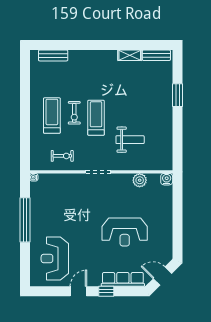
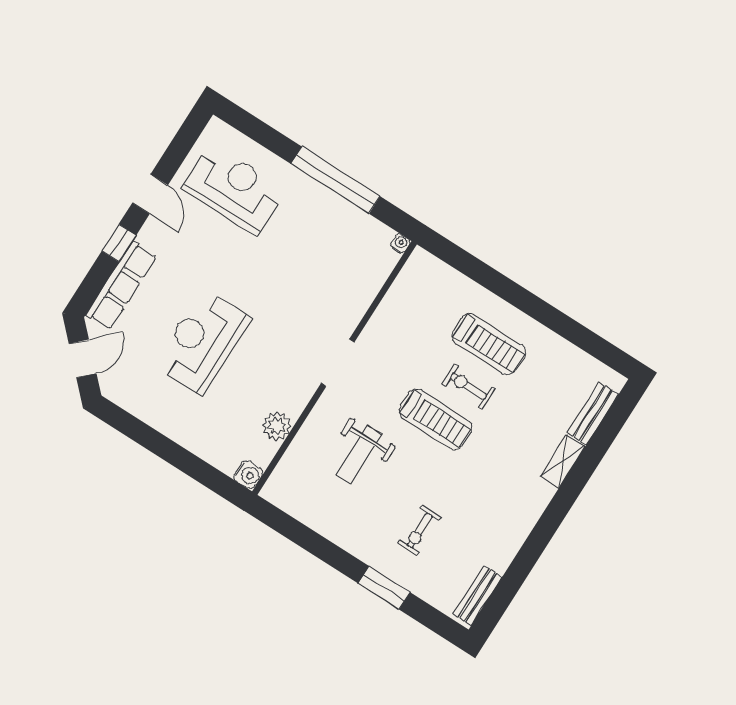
shelving: (130, 55) -> (563, 462), moved
exercise bike: (62, 156) -> (420, 531), moved

